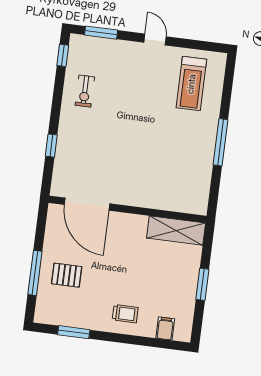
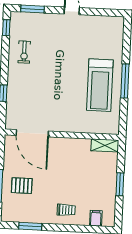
treadmill: (191, 84) -> (100, 85), moved, width x1.37, depth x1.38
shelving: (176, 231) -> (105, 145), width x0.67, depth x0.75

